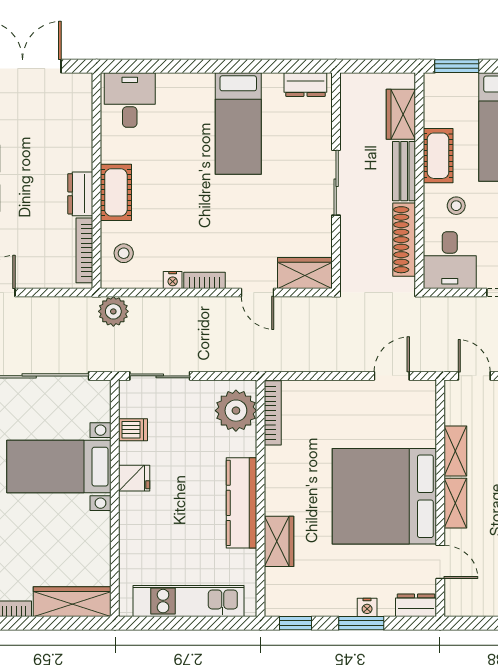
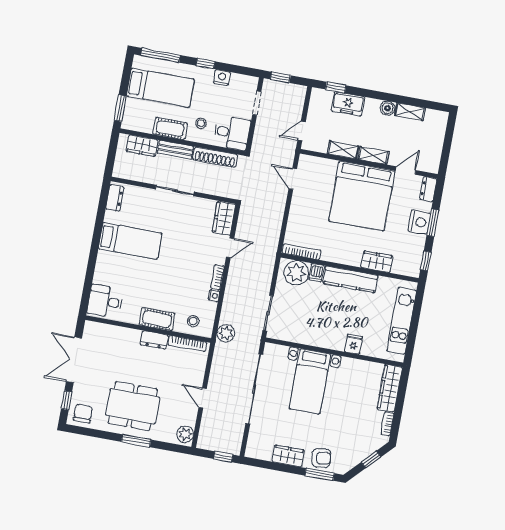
dishwasher: (133, 430) -> (317, 273), moved, turned 180
fridge: (134, 478) -> (354, 344), moved
nightstand: (367, 607) -> (419, 222), width x1.89, depth x1.79

